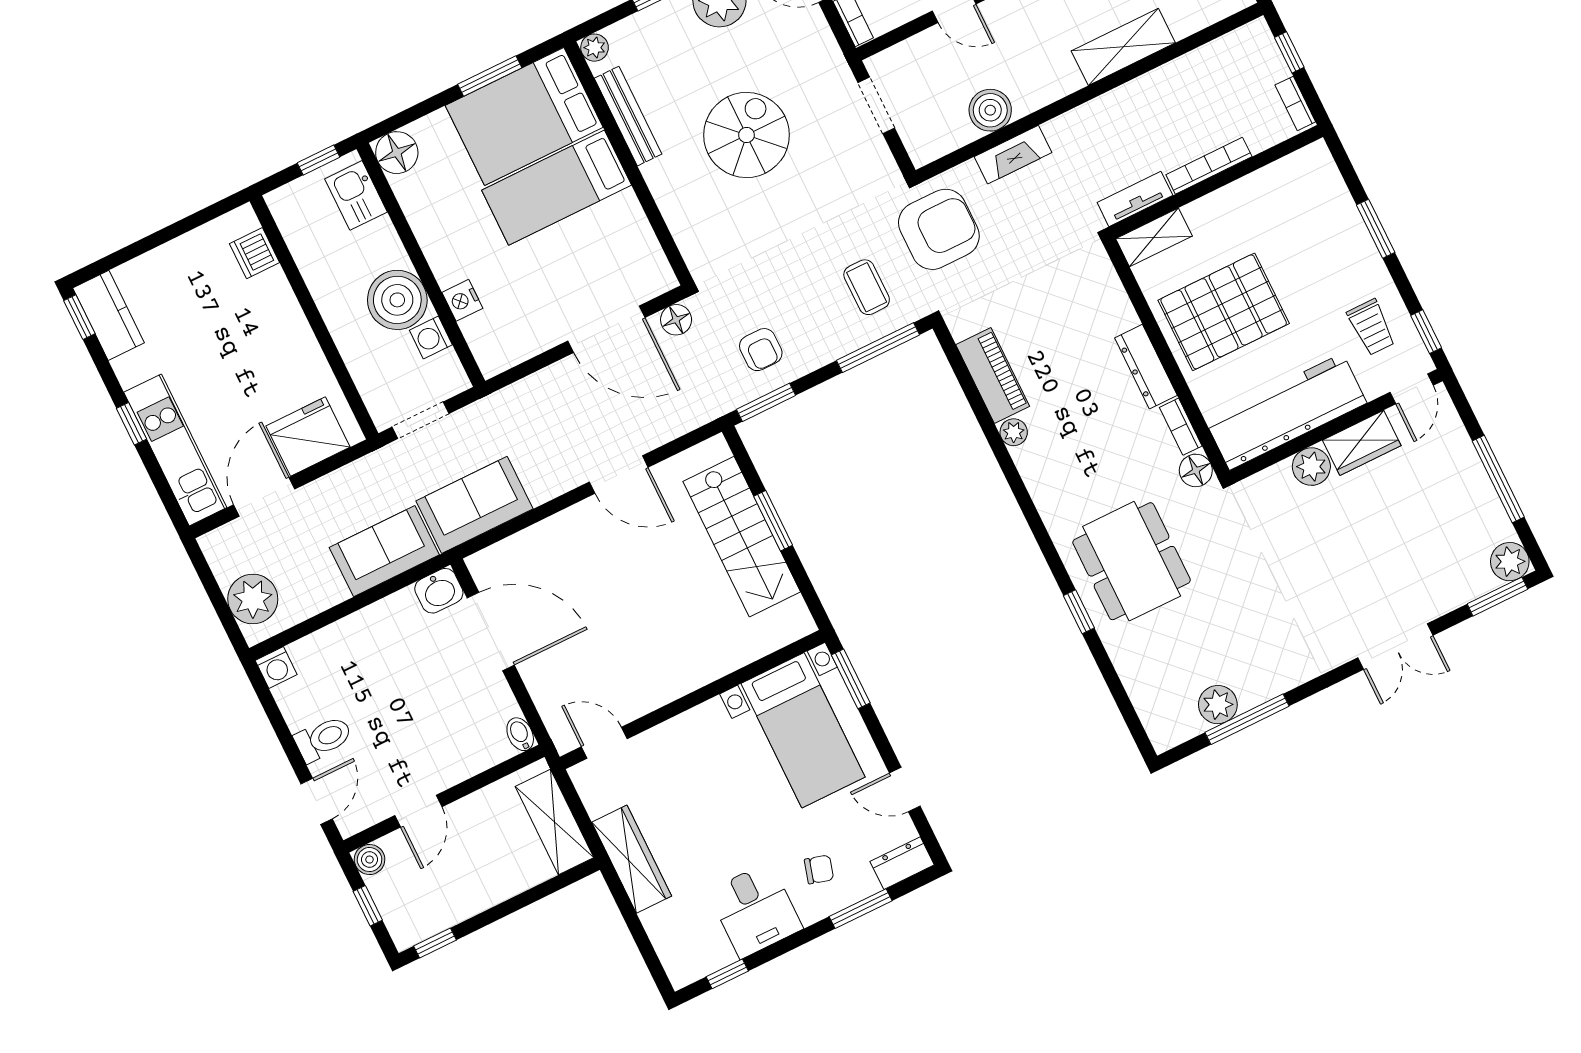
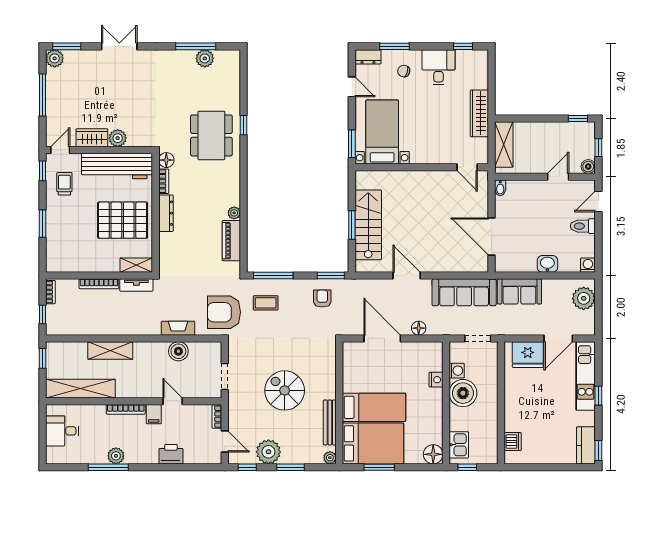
spiral stairs: (747, 135) -> (285, 390), turned 90
coffee table: (867, 287) -> (266, 303), turned 90
floor lamp: (676, 320) -> (419, 328), moved
sofa: (474, 505) -> (464, 292), width x1.36
washbasin: (439, 591) -> (547, 264), moved

